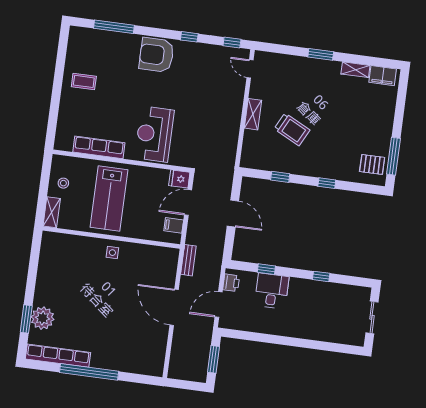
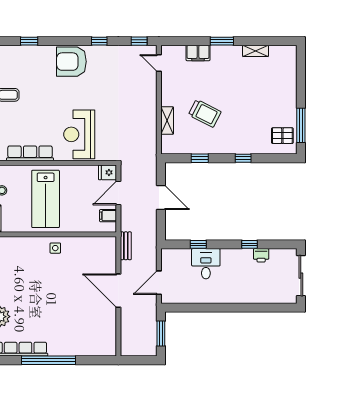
window: (114, 27) -> (29, 41), width x0.46
filing cabinet: (383, 76) -> (198, 53), moved
shelving: (253, 114) -> (167, 121), moved
printer: (231, 283) -> (261, 255), moved, turned 90
sliding door: (372, 317) -> (301, 276), width x1.37

